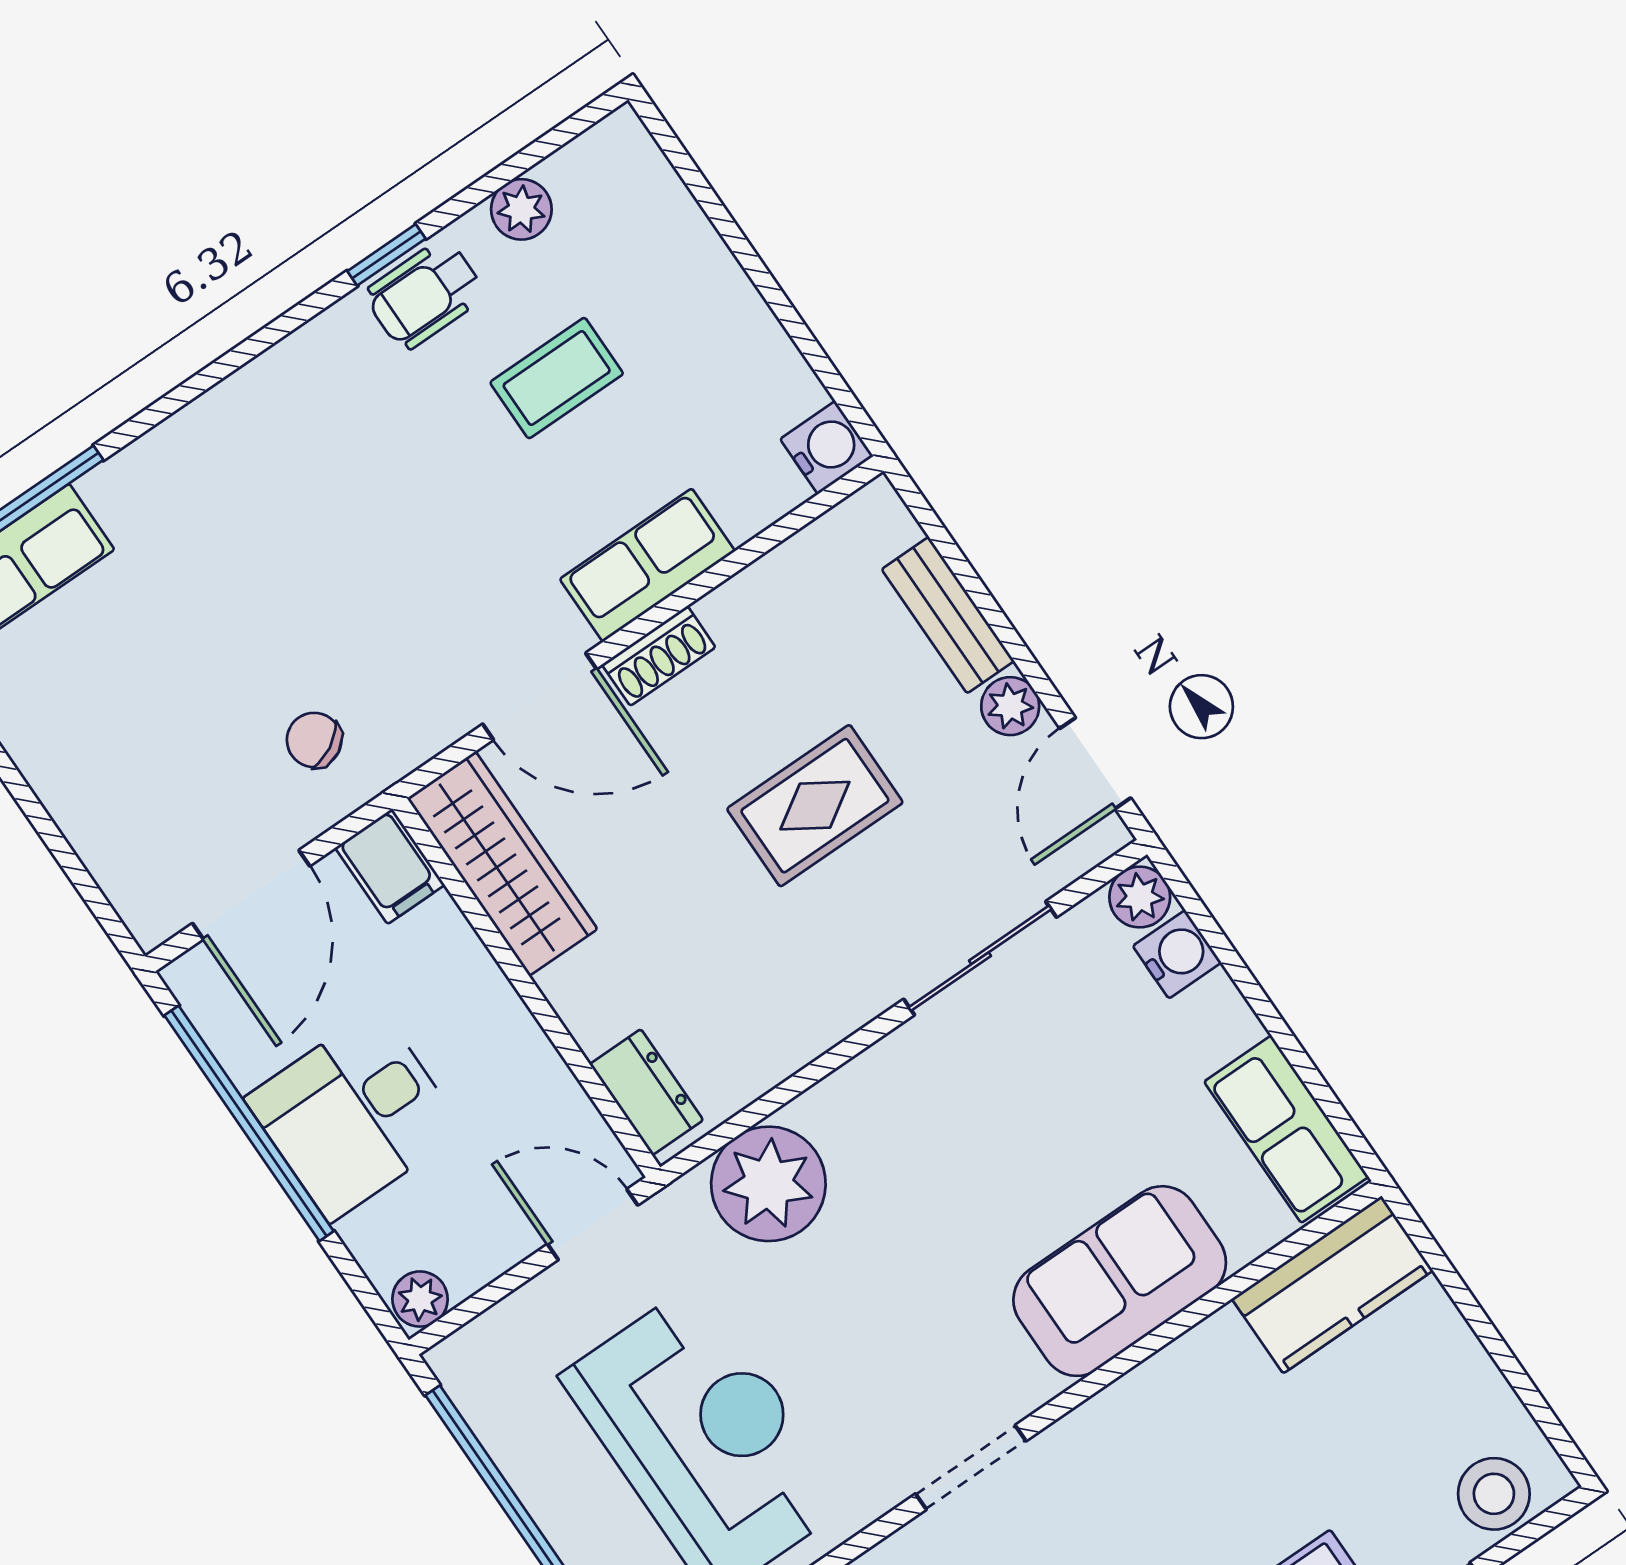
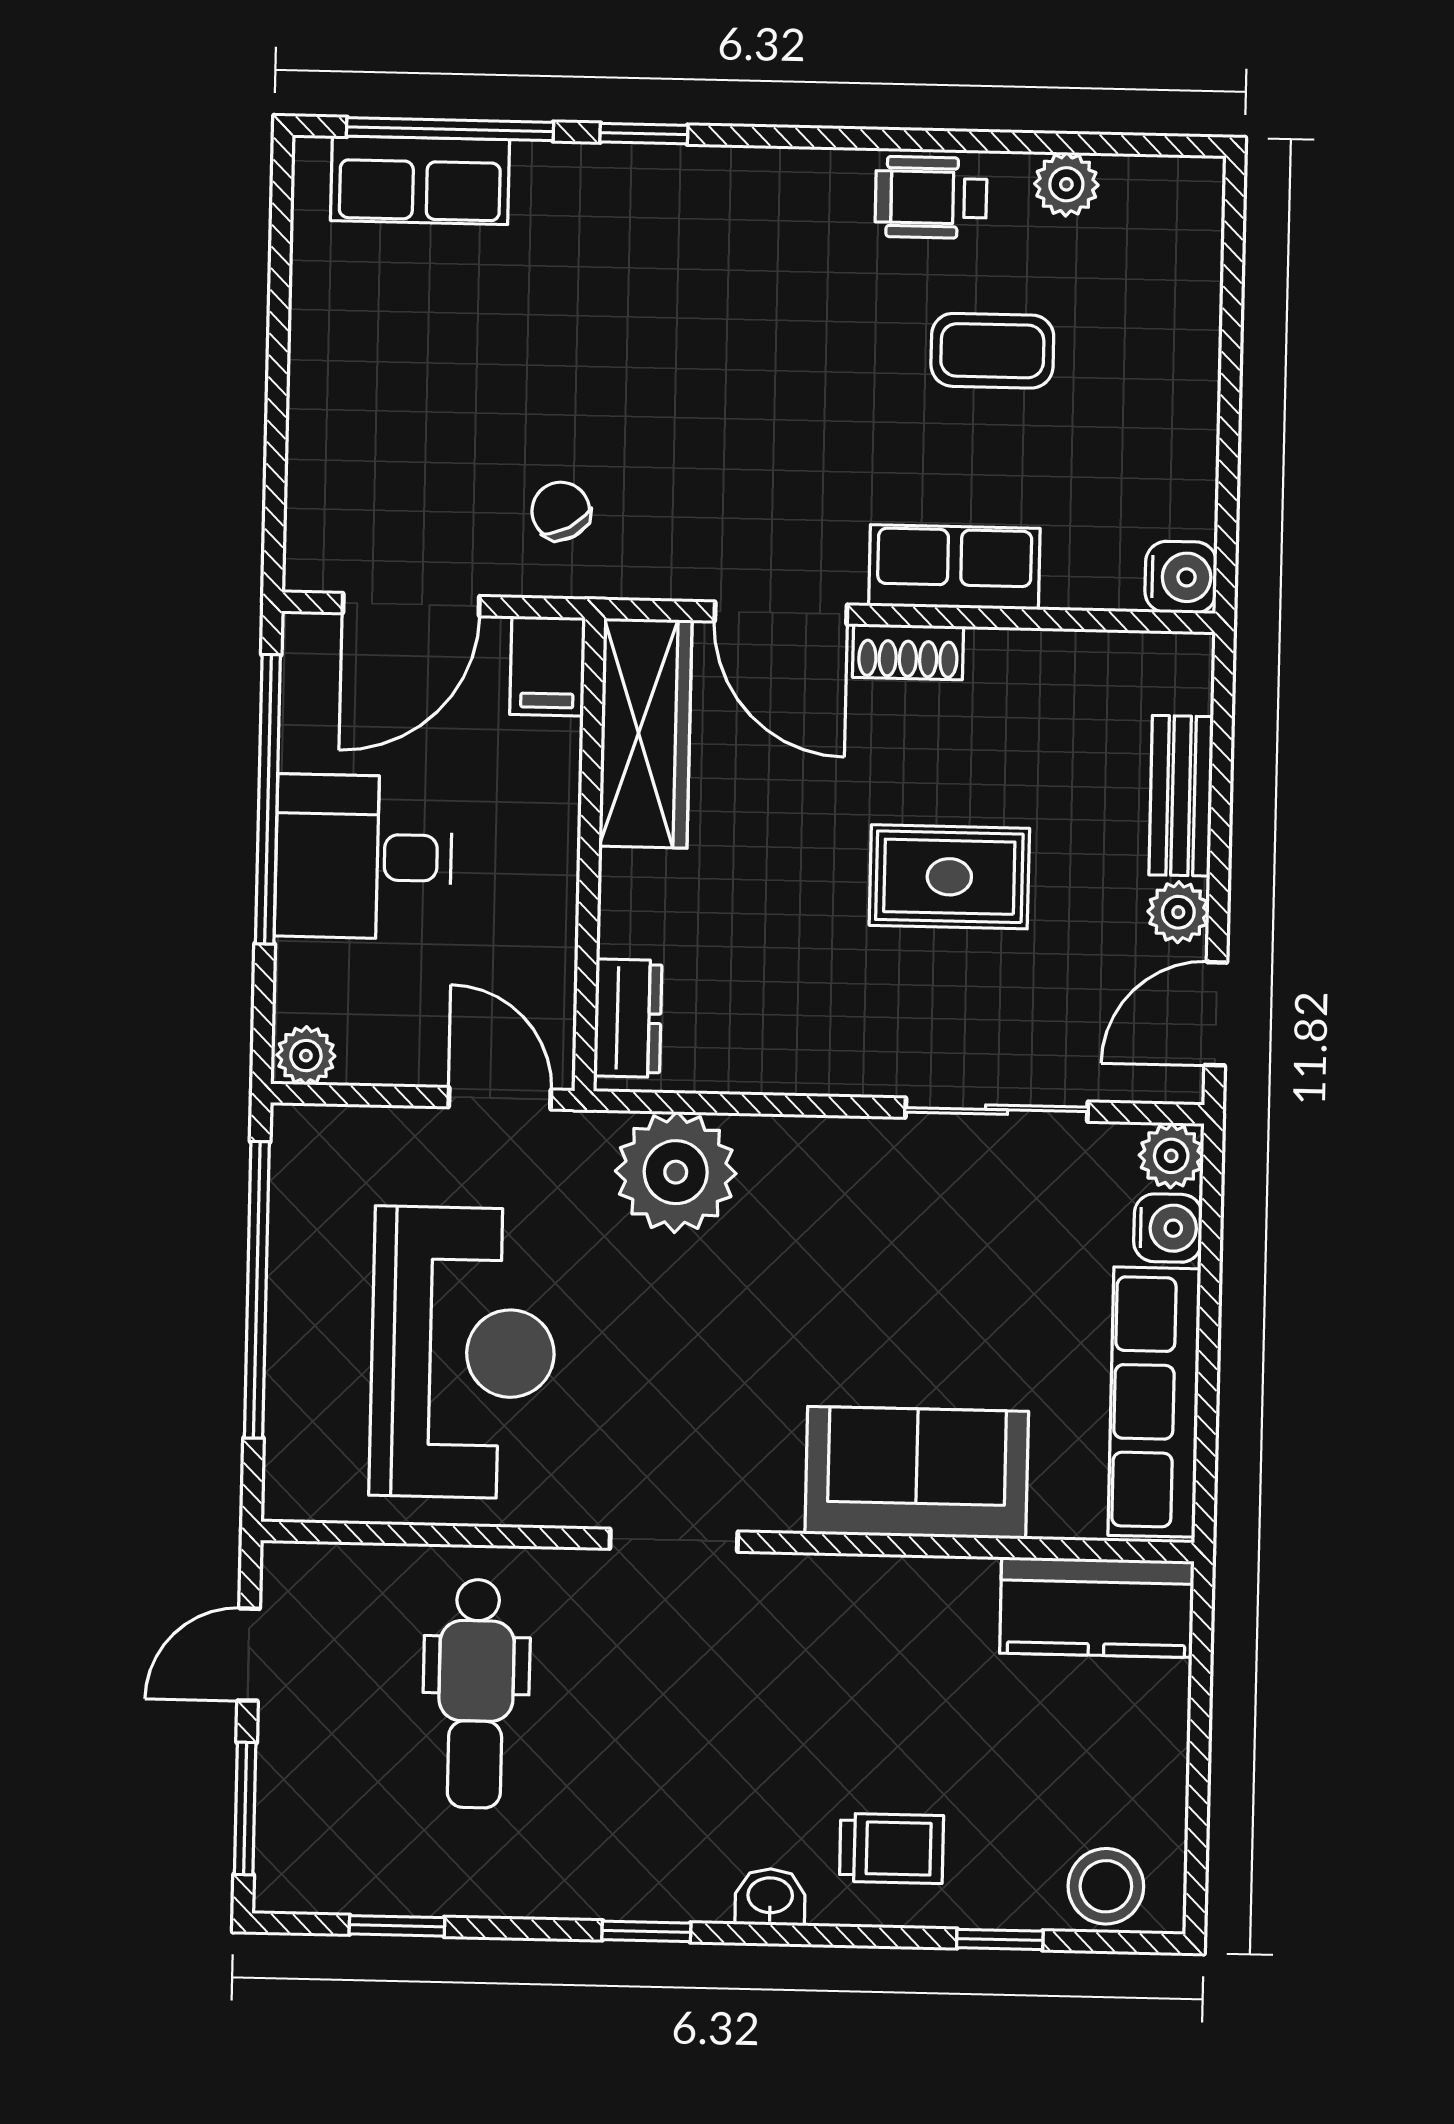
window: (386, 255) -> (644, 134), moved
row of seats: (1286, 1129) -> (1154, 1402), width x1.48

